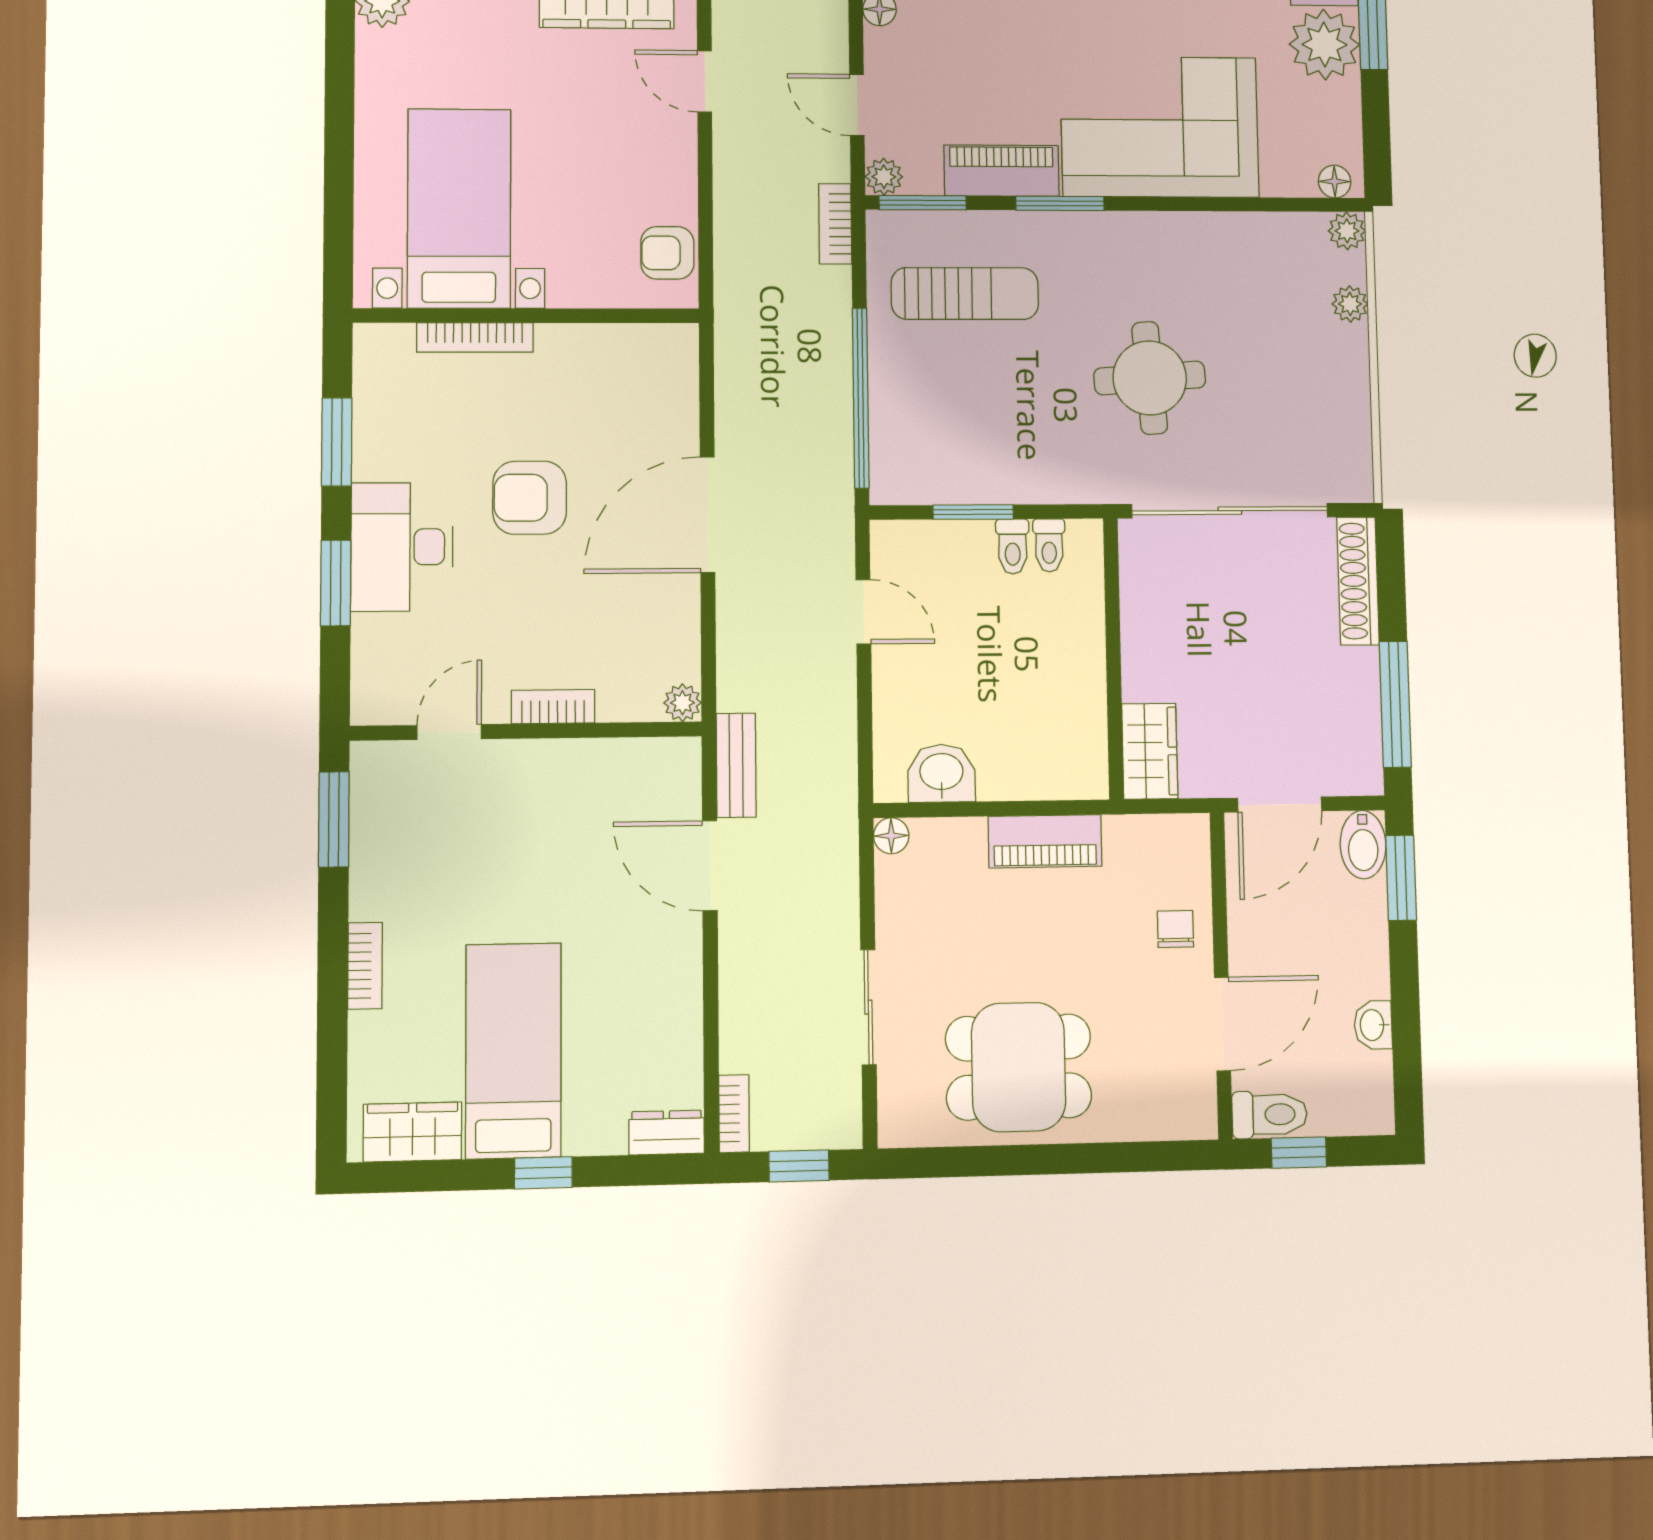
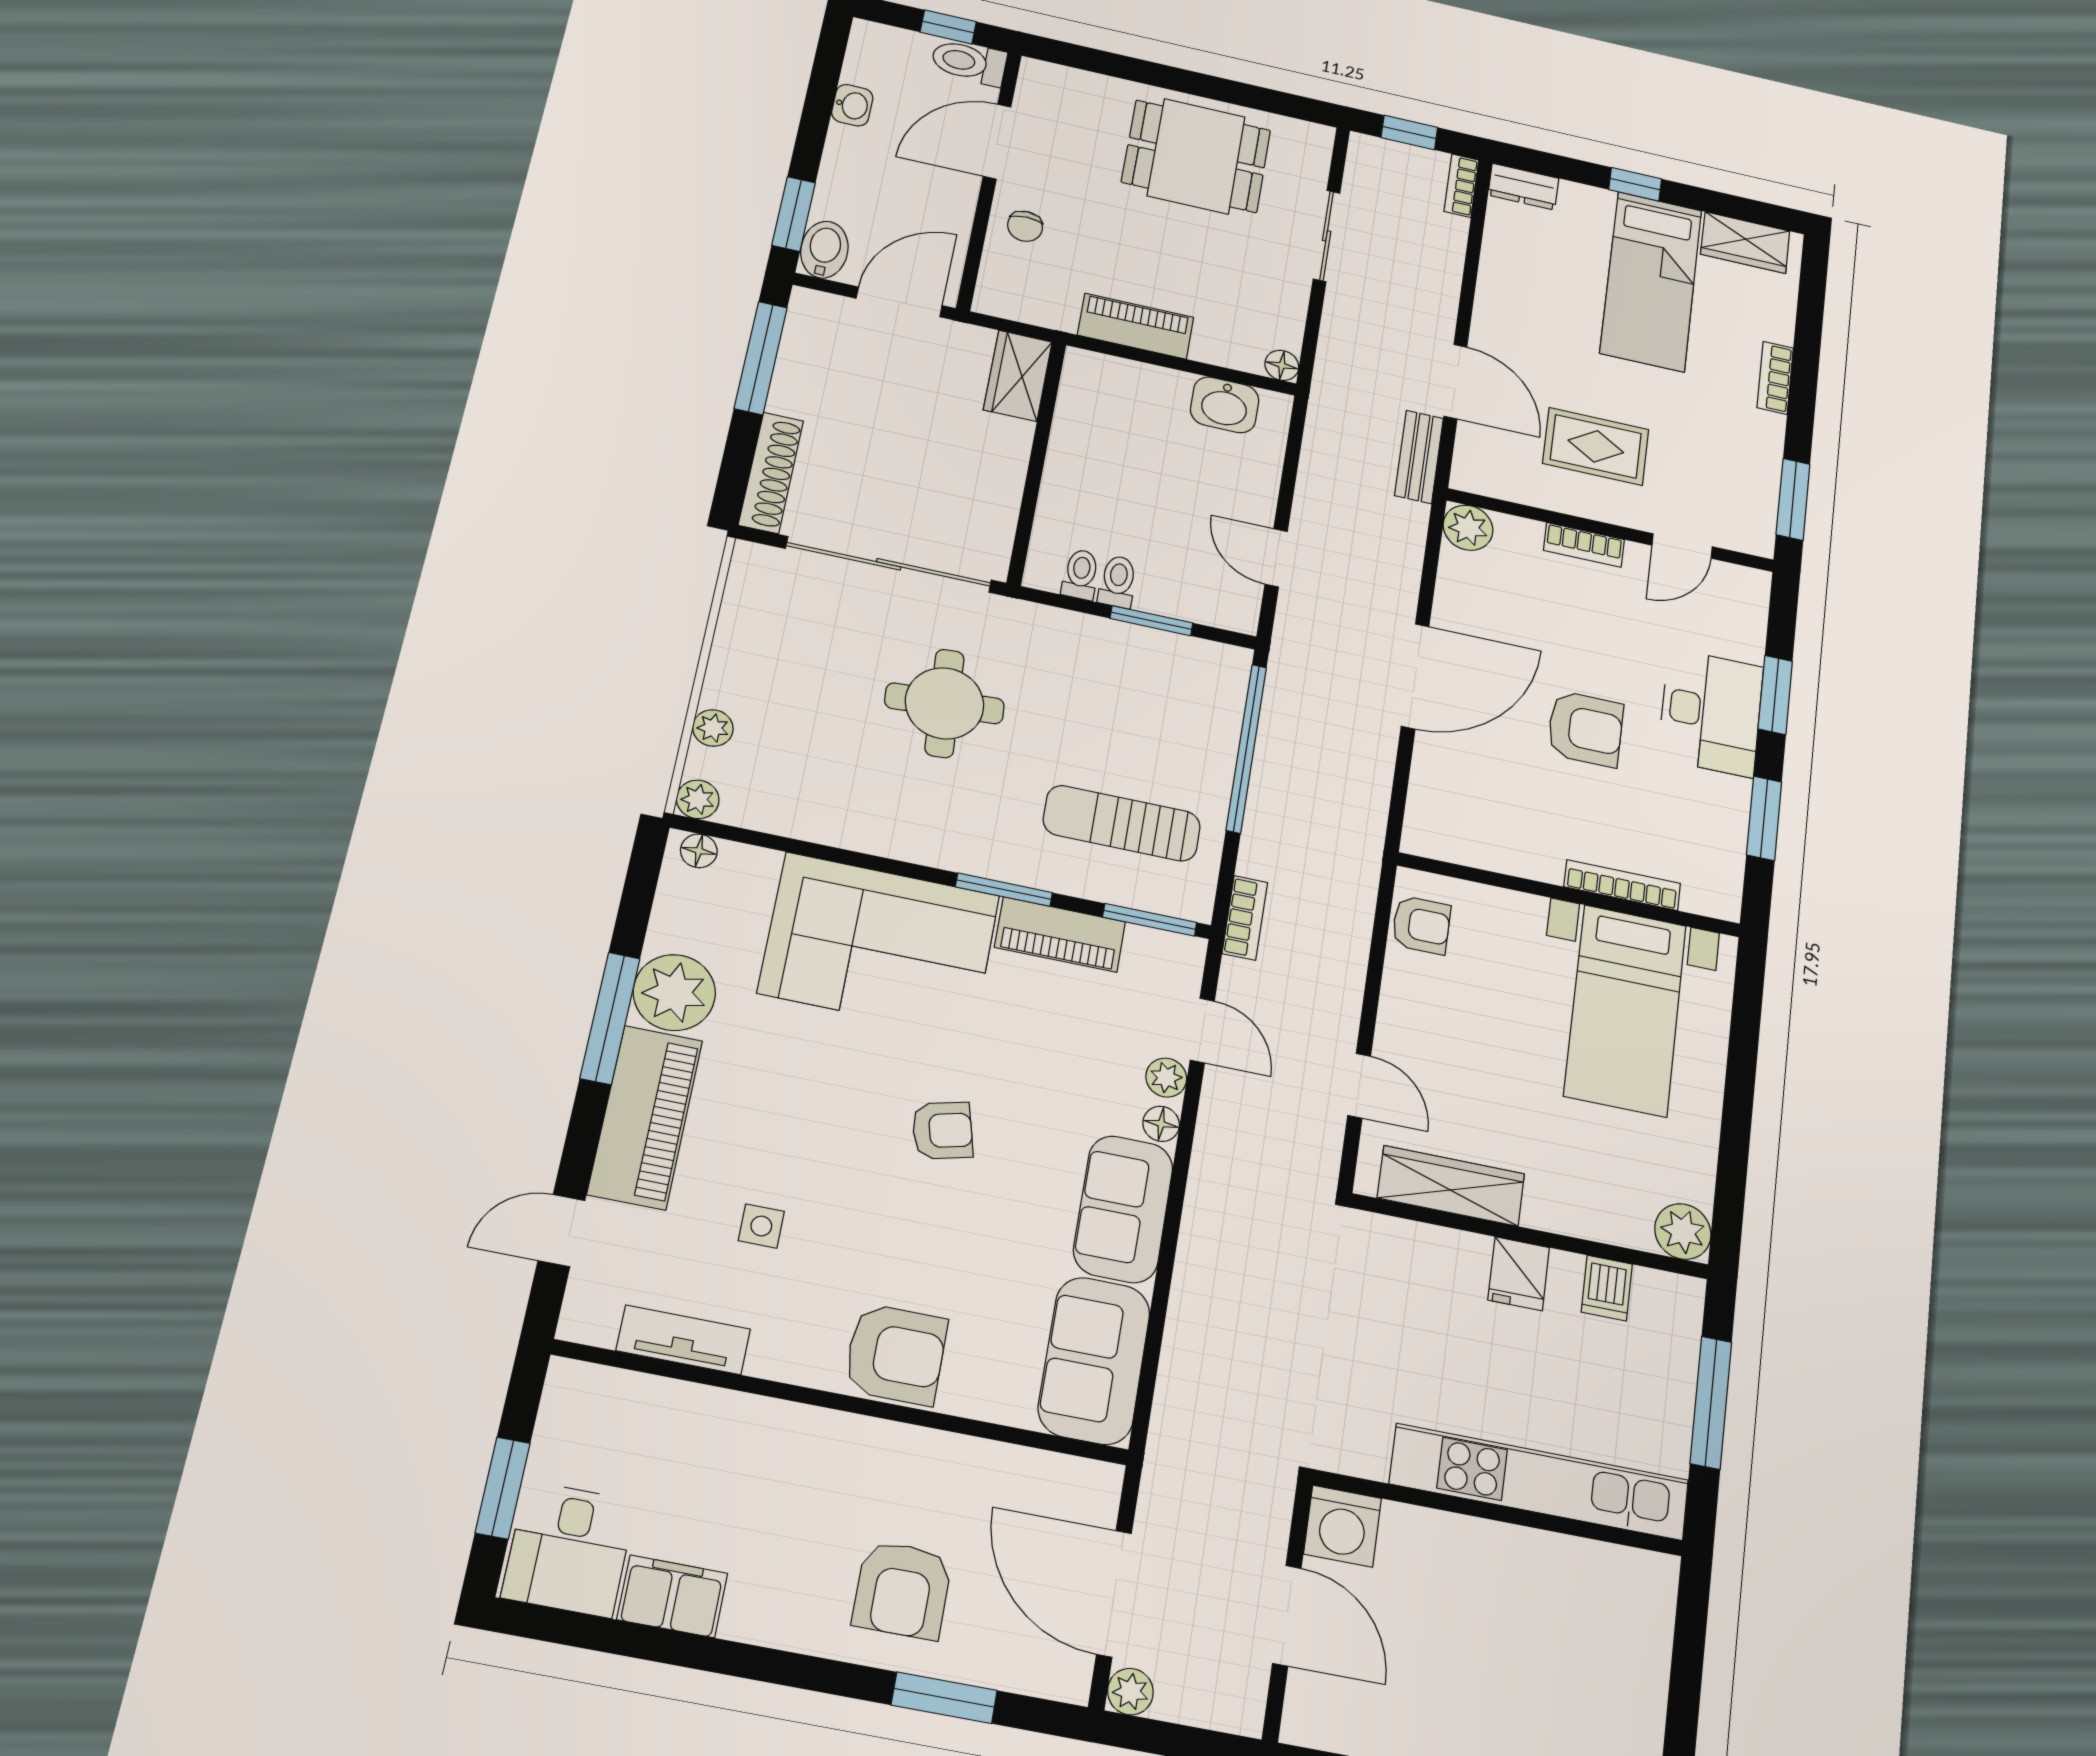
plant: (884, 177) -> (1166, 1078), moved
plant: (682, 703) -> (1468, 528), width x1.38, depth x1.38
rug: (553, 827) -> (1596, 446), added

